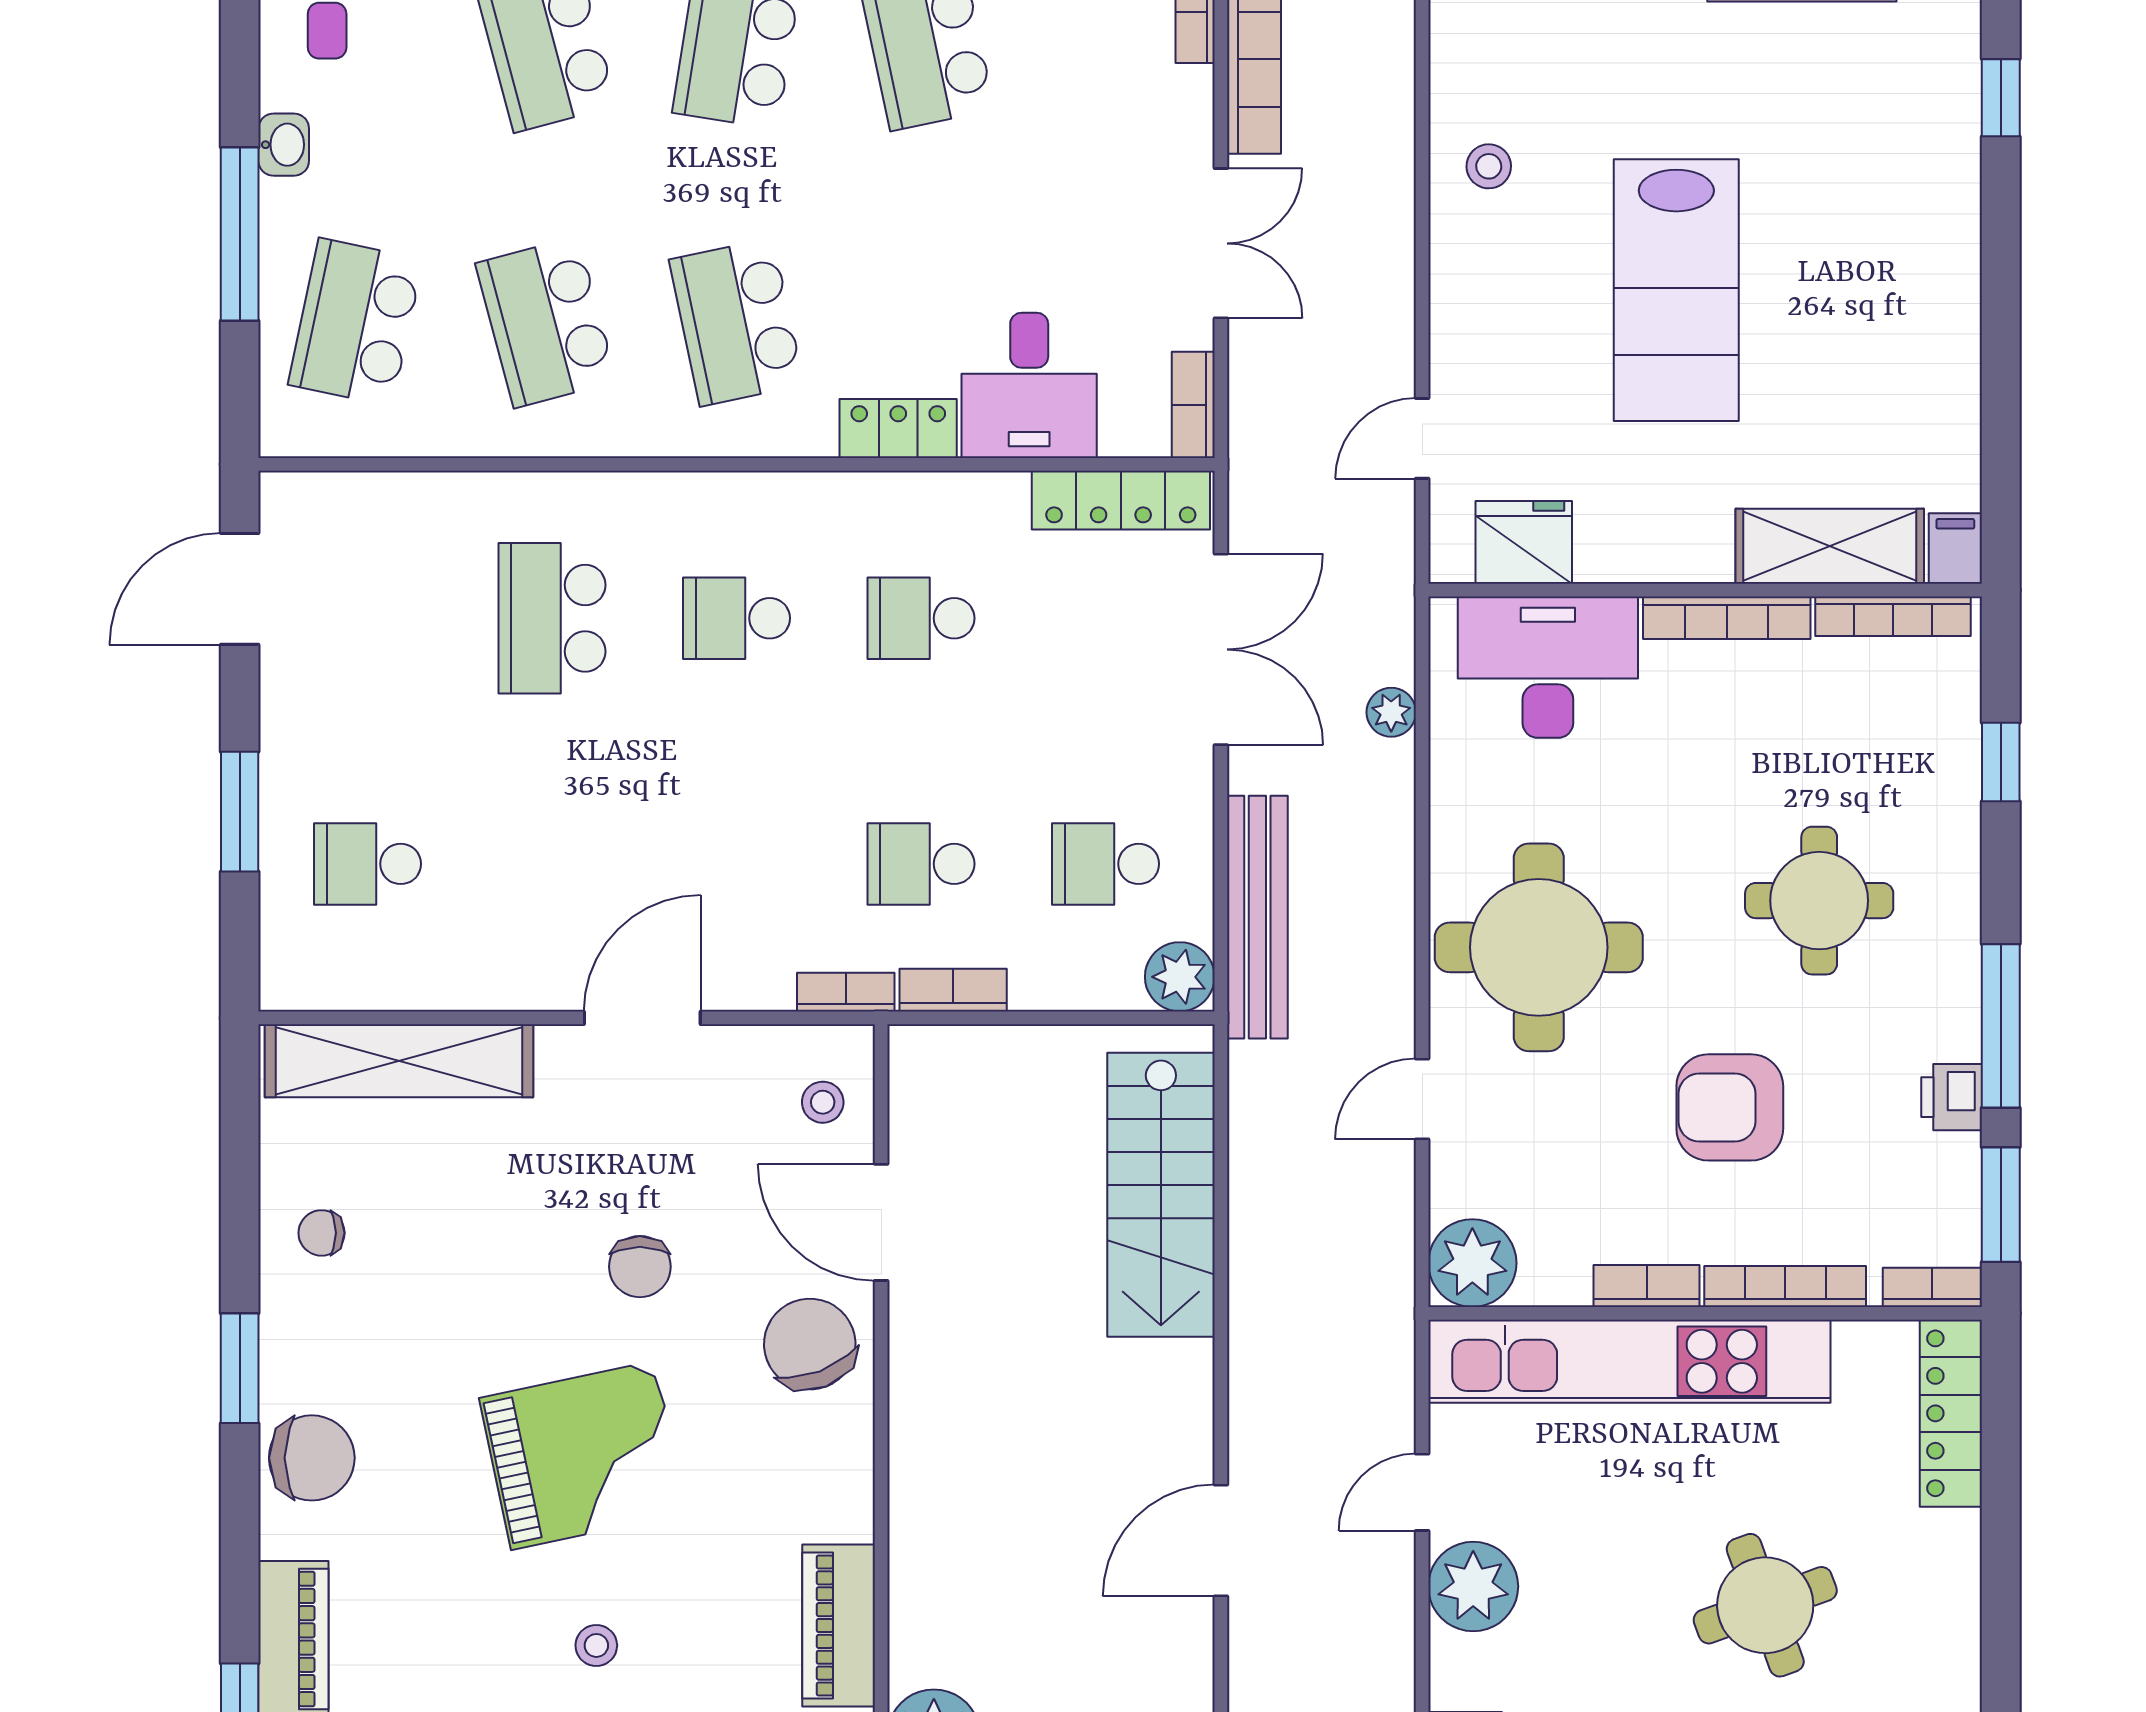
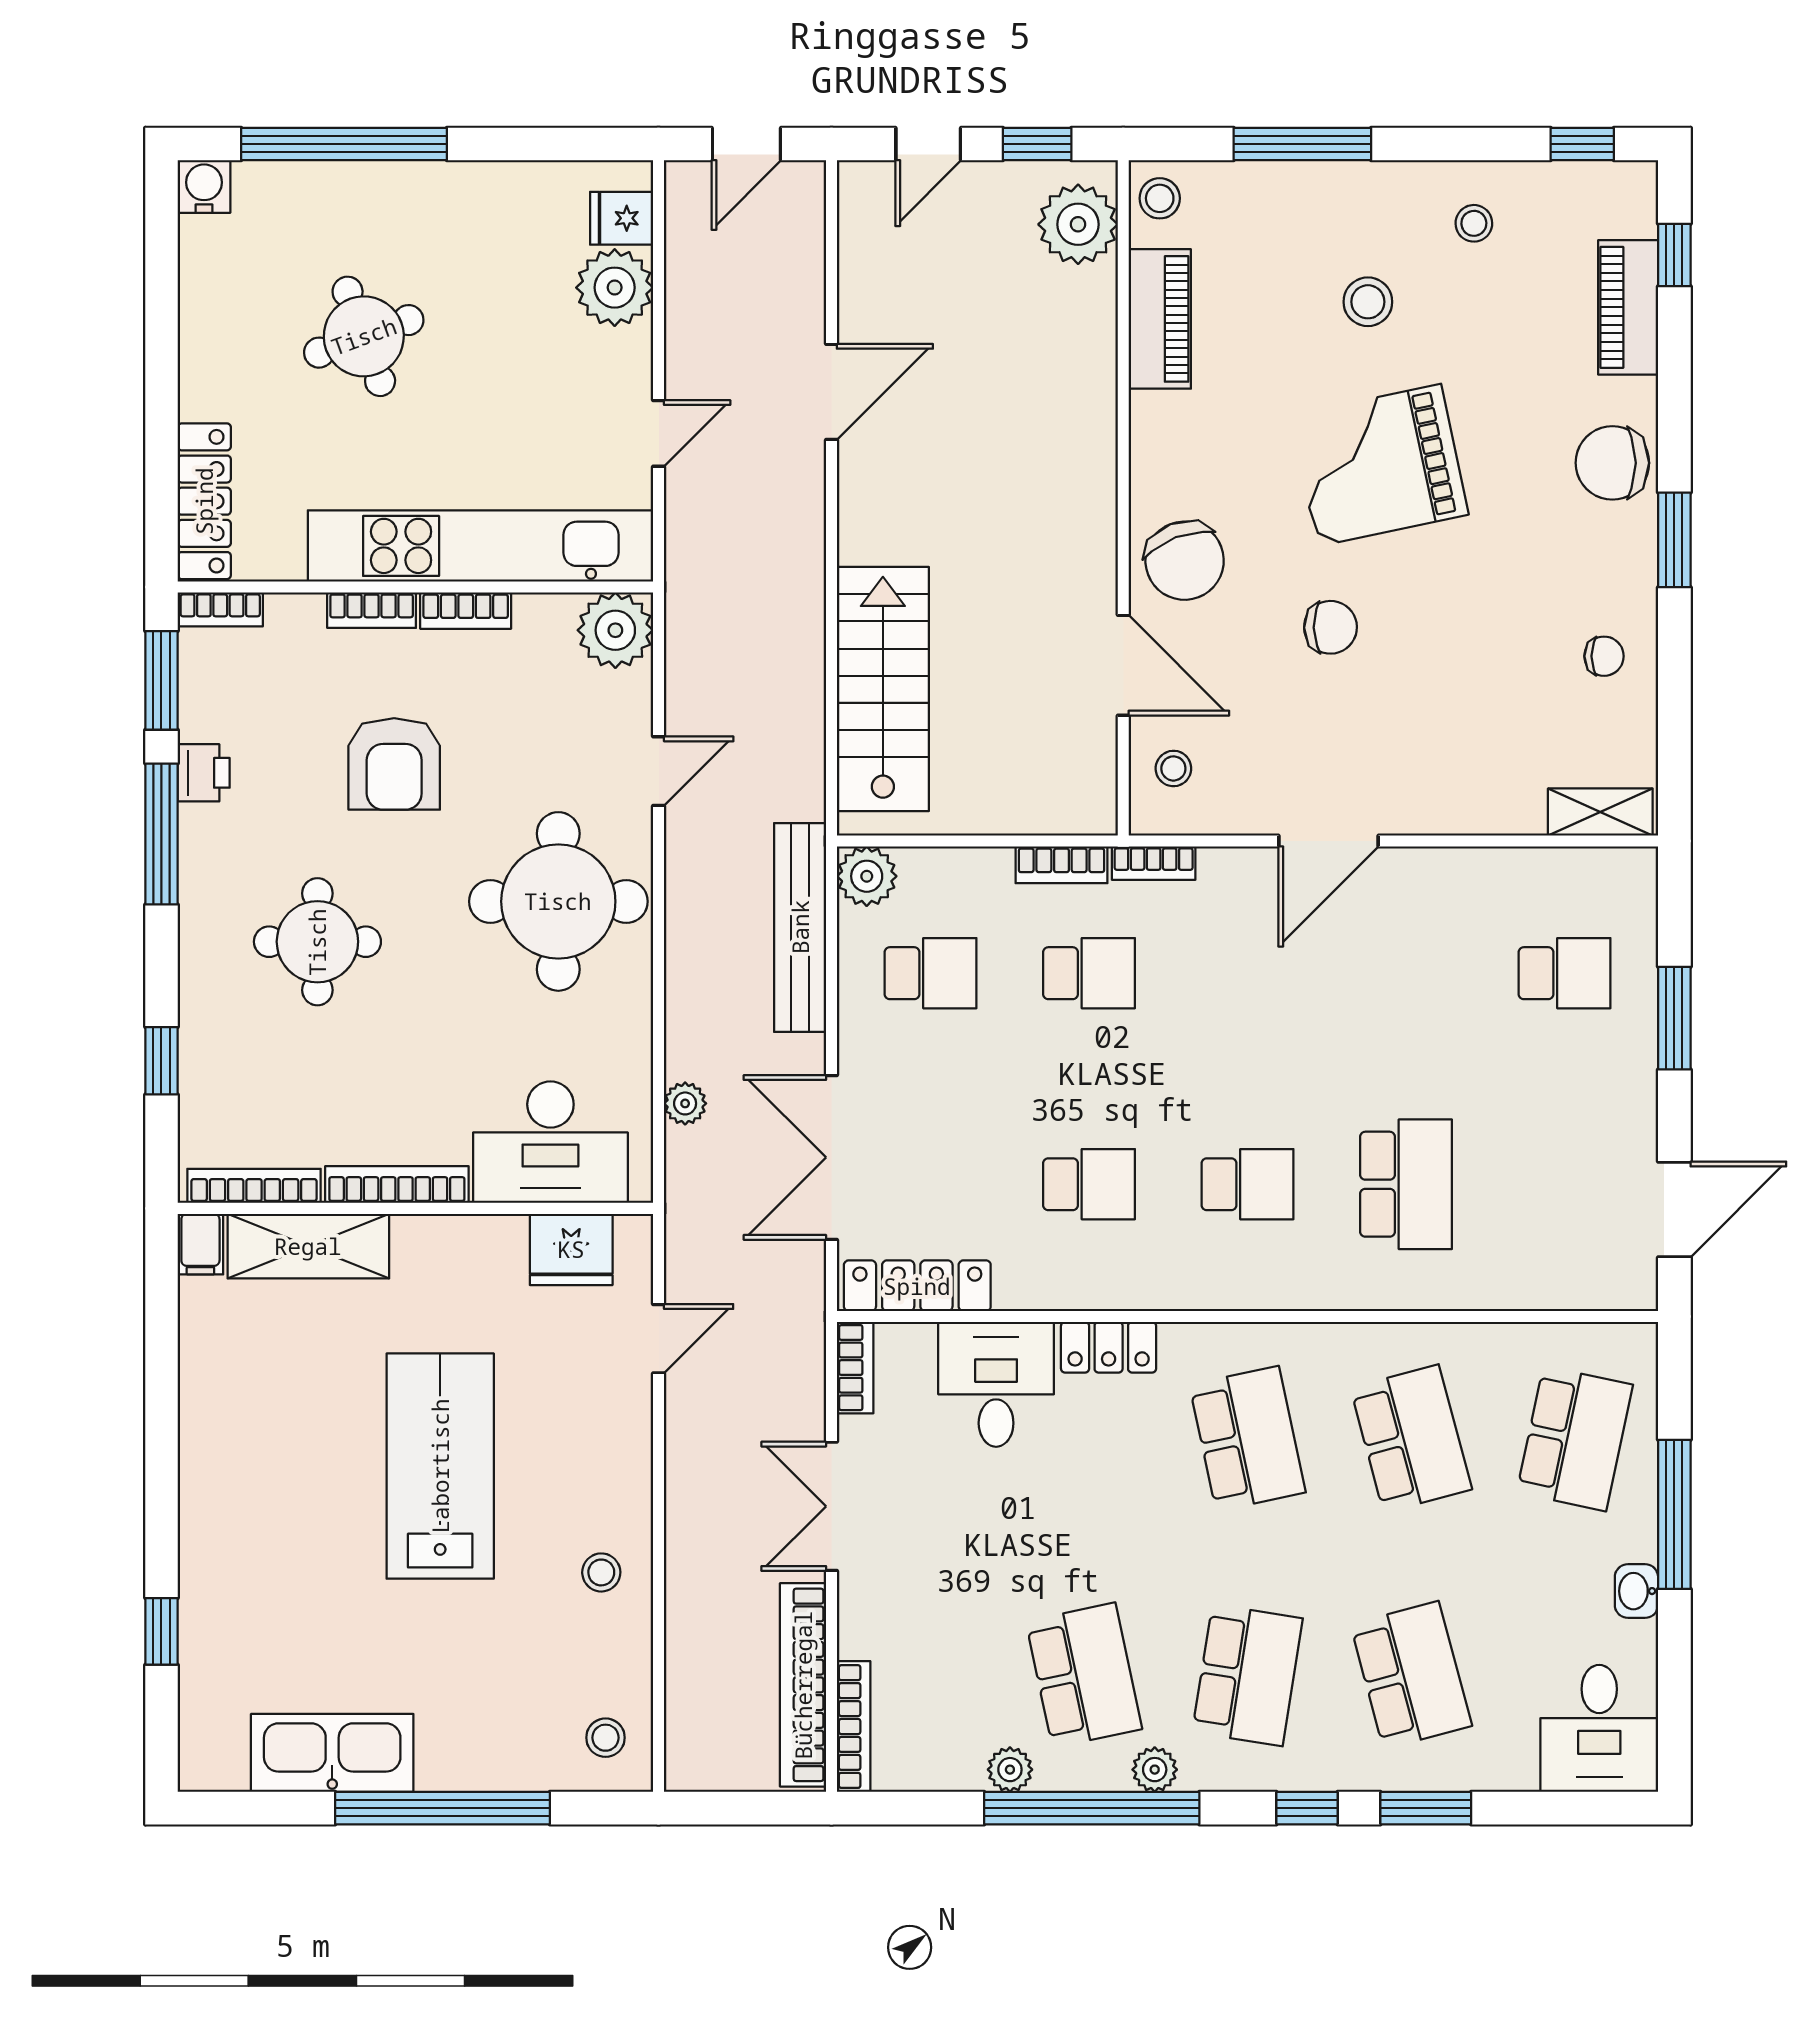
shelving: (399, 1061) -> (1600, 812), width x0.45, depth x0.75
armchair: (1730, 1107) -> (394, 764), turned 90
chair: (640, 1267) -> (1331, 627), turned 89
bookcase: (1785, 1286) -> (372, 610), width x0.64
plant: (1473, 1586) -> (615, 288), moved
stool: (596, 1645) -> (1368, 302), width x1.37, depth x1.37

